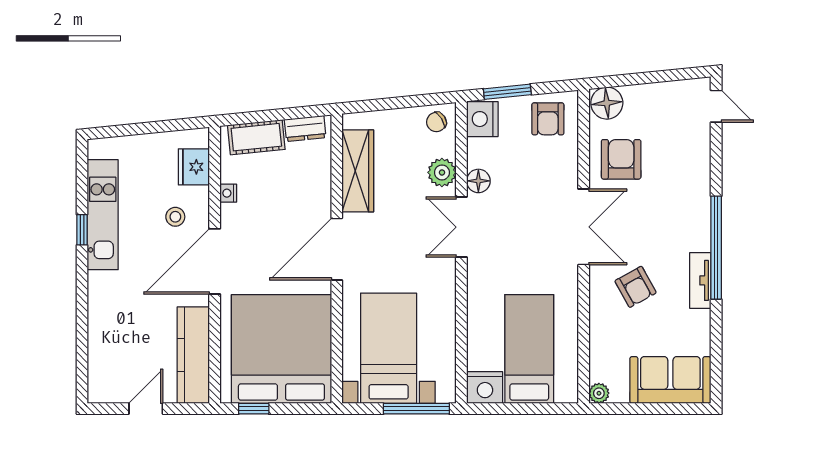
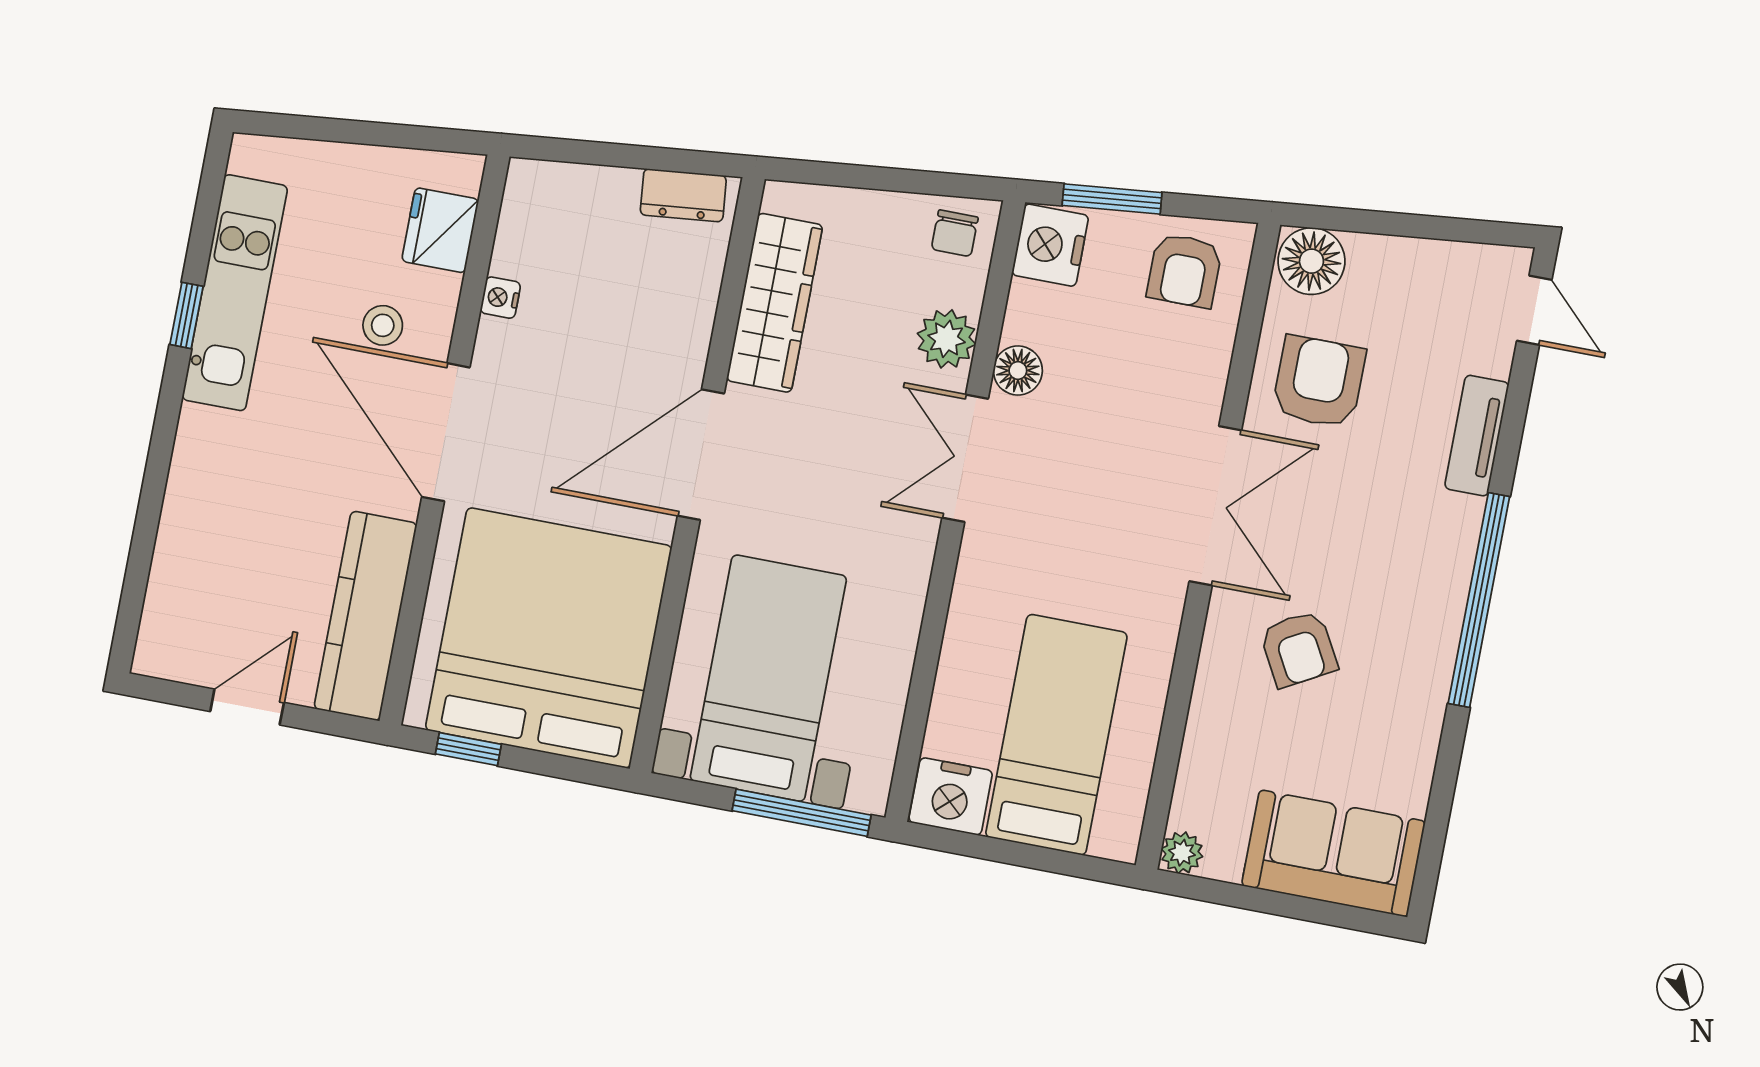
chair: (436, 122) -> (955, 233), turned -58
cot: (256, 137) -> (580, 194), removed
door: (215, 261) -> (446, 432), hinge flipped
tv unit: (700, 280) -> (1477, 436), moved

